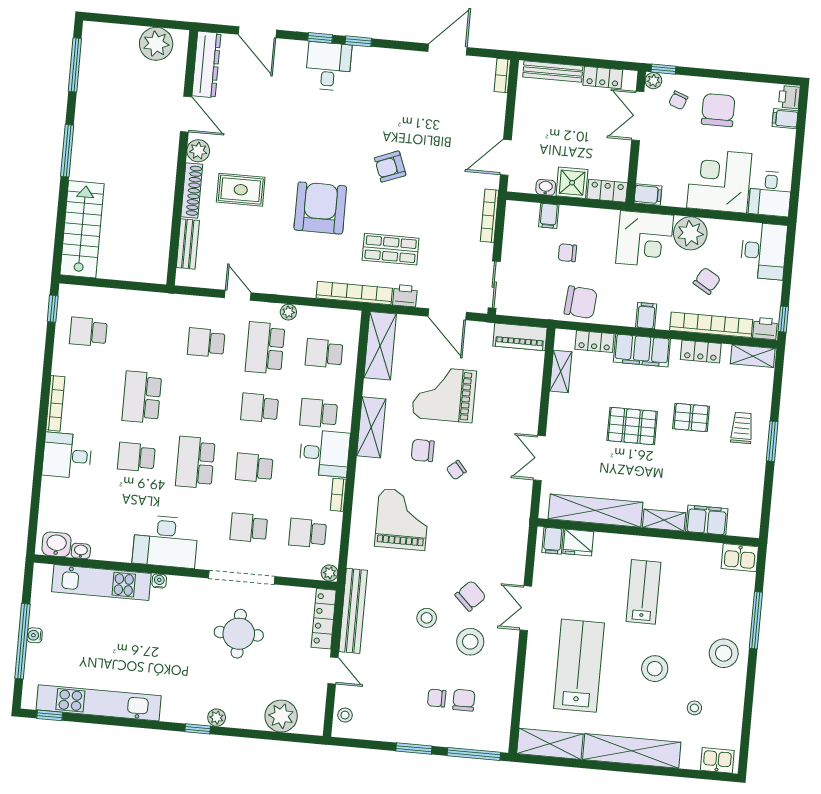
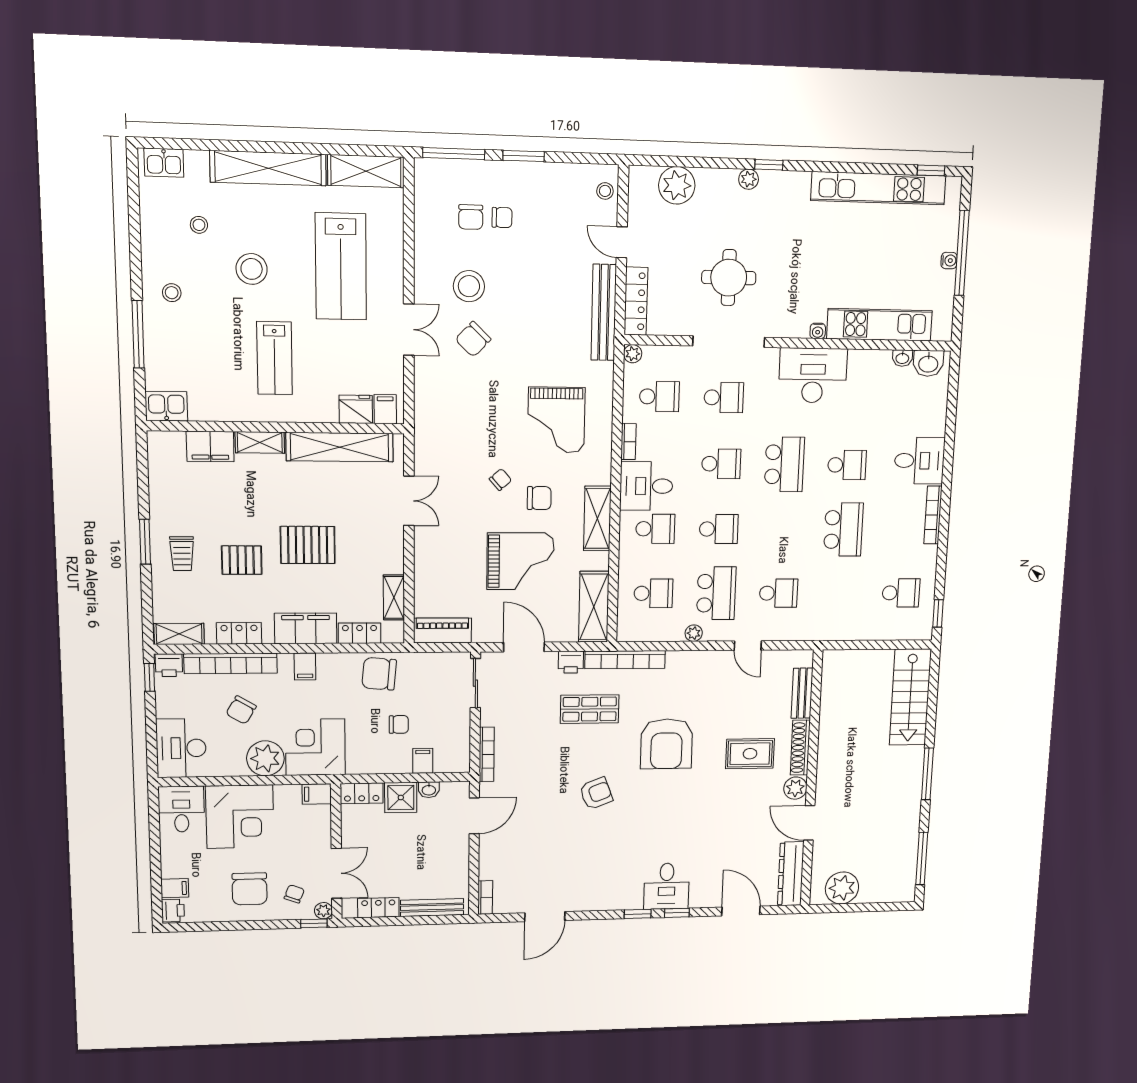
stool: (427, 618) -> (521, 310), removed
stool: (724, 653) -> (172, 293), width x0.53, depth x0.53

